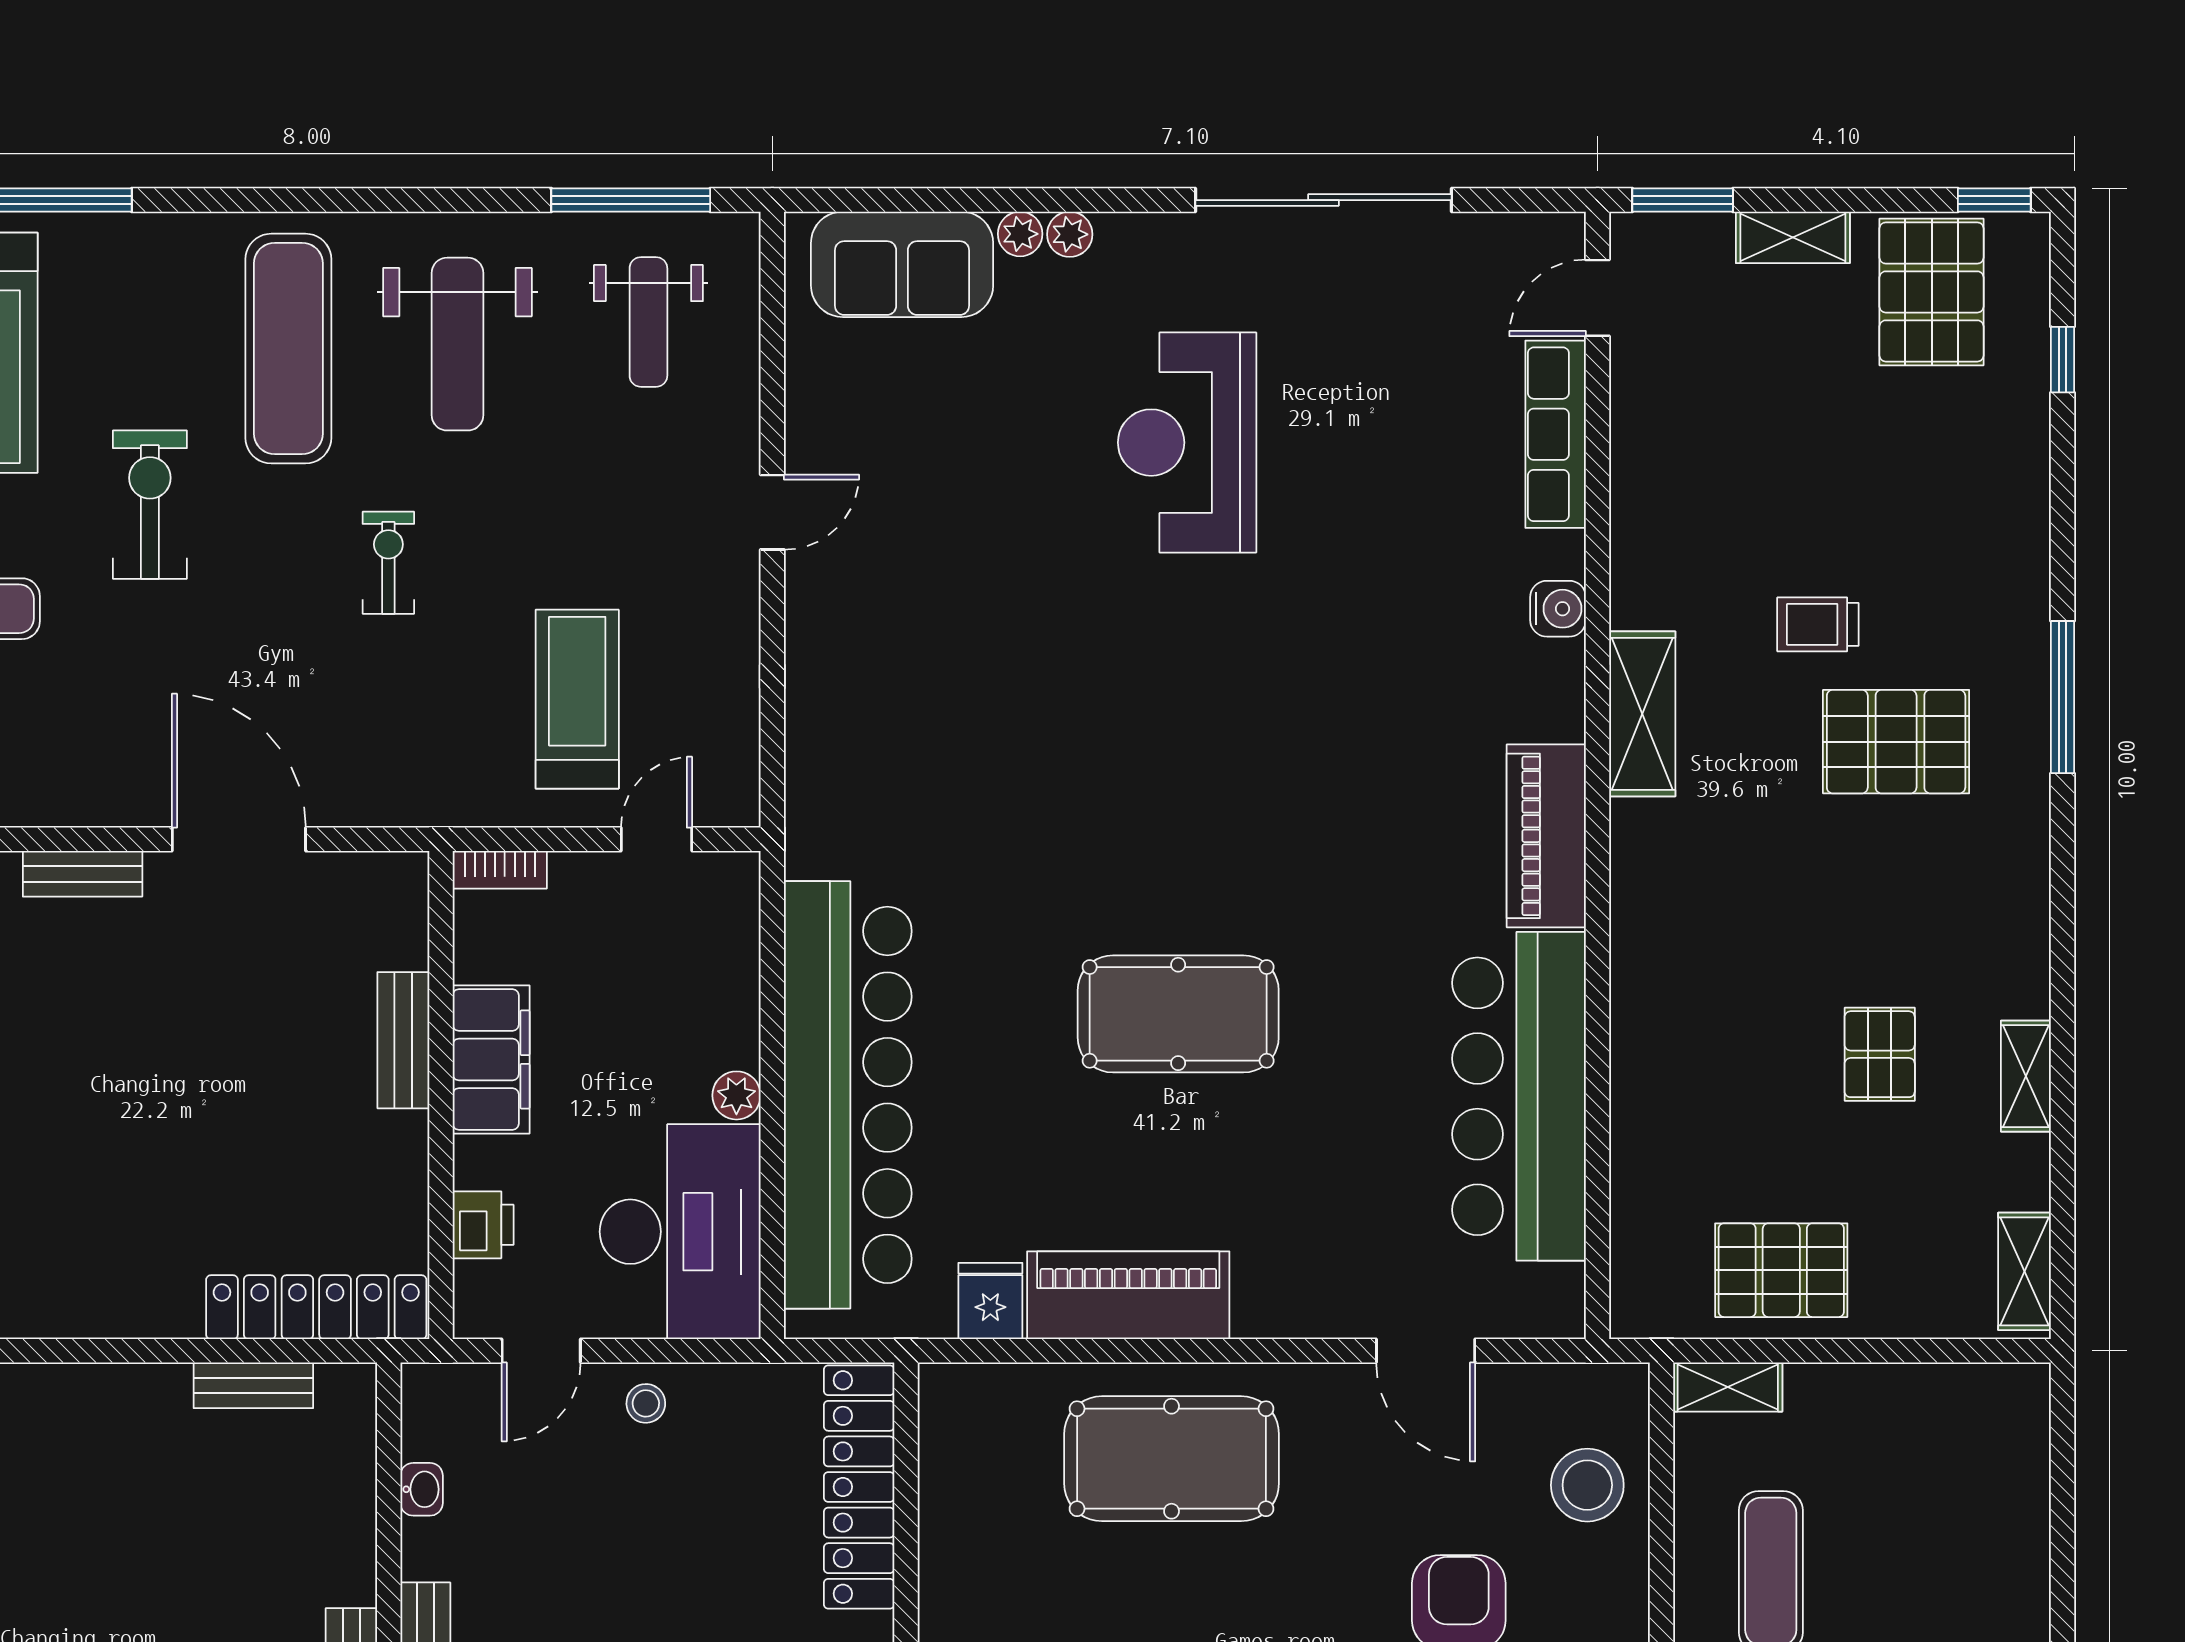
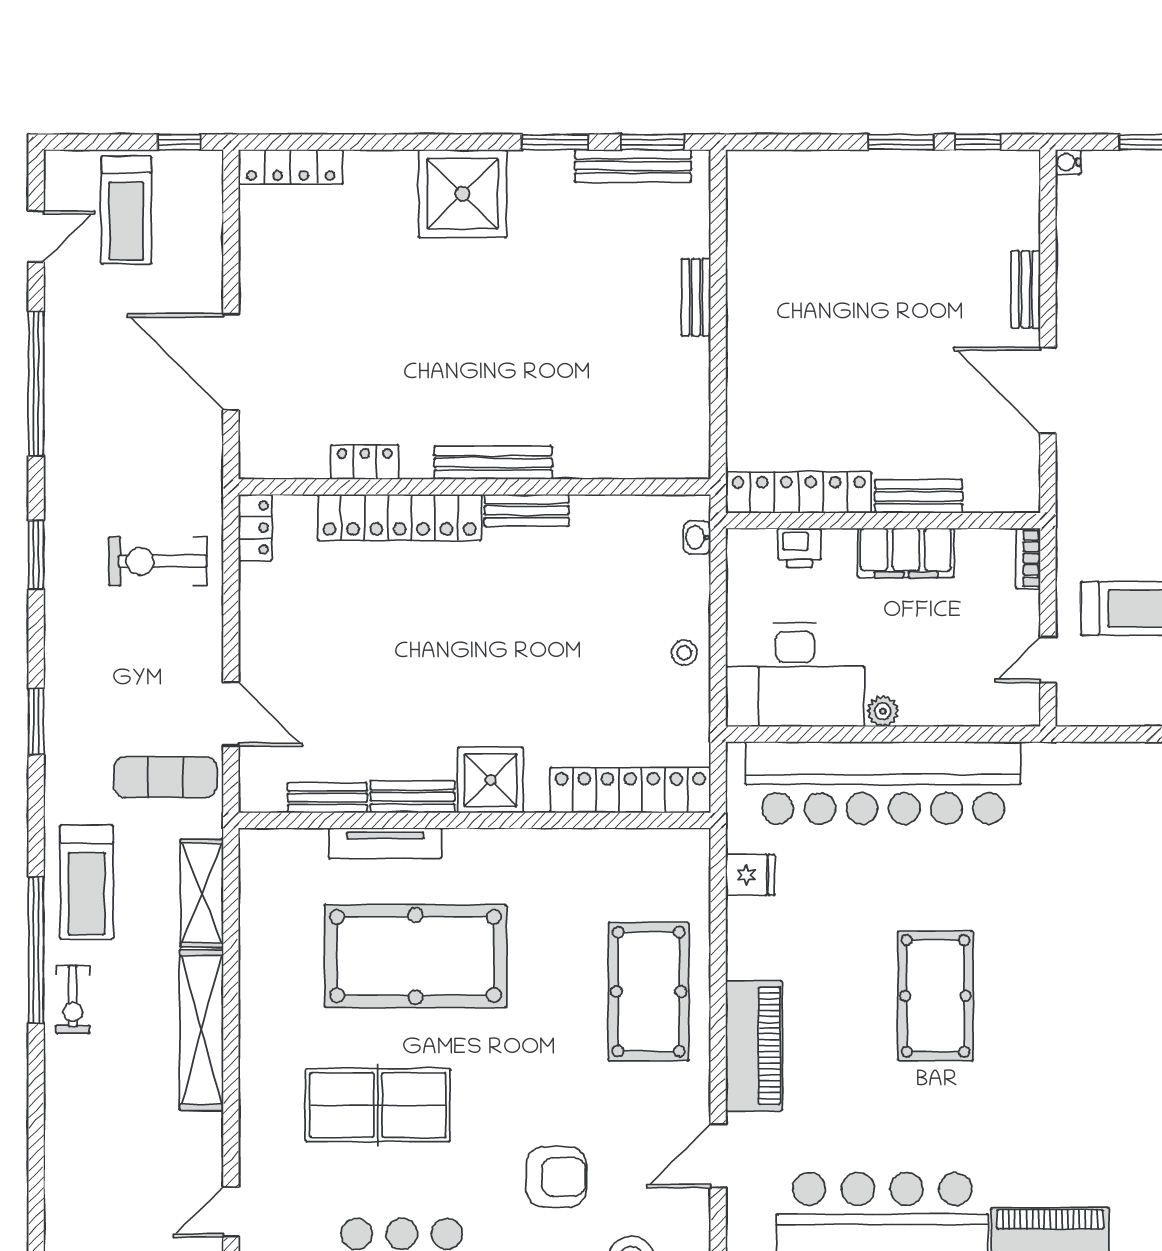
door: (239, 839) -> (1048, 390), swing flipped
door: (657, 839) -> (1048, 660), swing flipped
piano: (1128, 1295) -> (754, 1046), moved
locker: (316, 1307) -> (799, 492), moved, turned -90
door: (541, 1351) -> (718, 585), removed
bench: (253, 1385) -> (696, 297), moved
washbasin: (422, 1489) -> (697, 537), moved, turned 90

